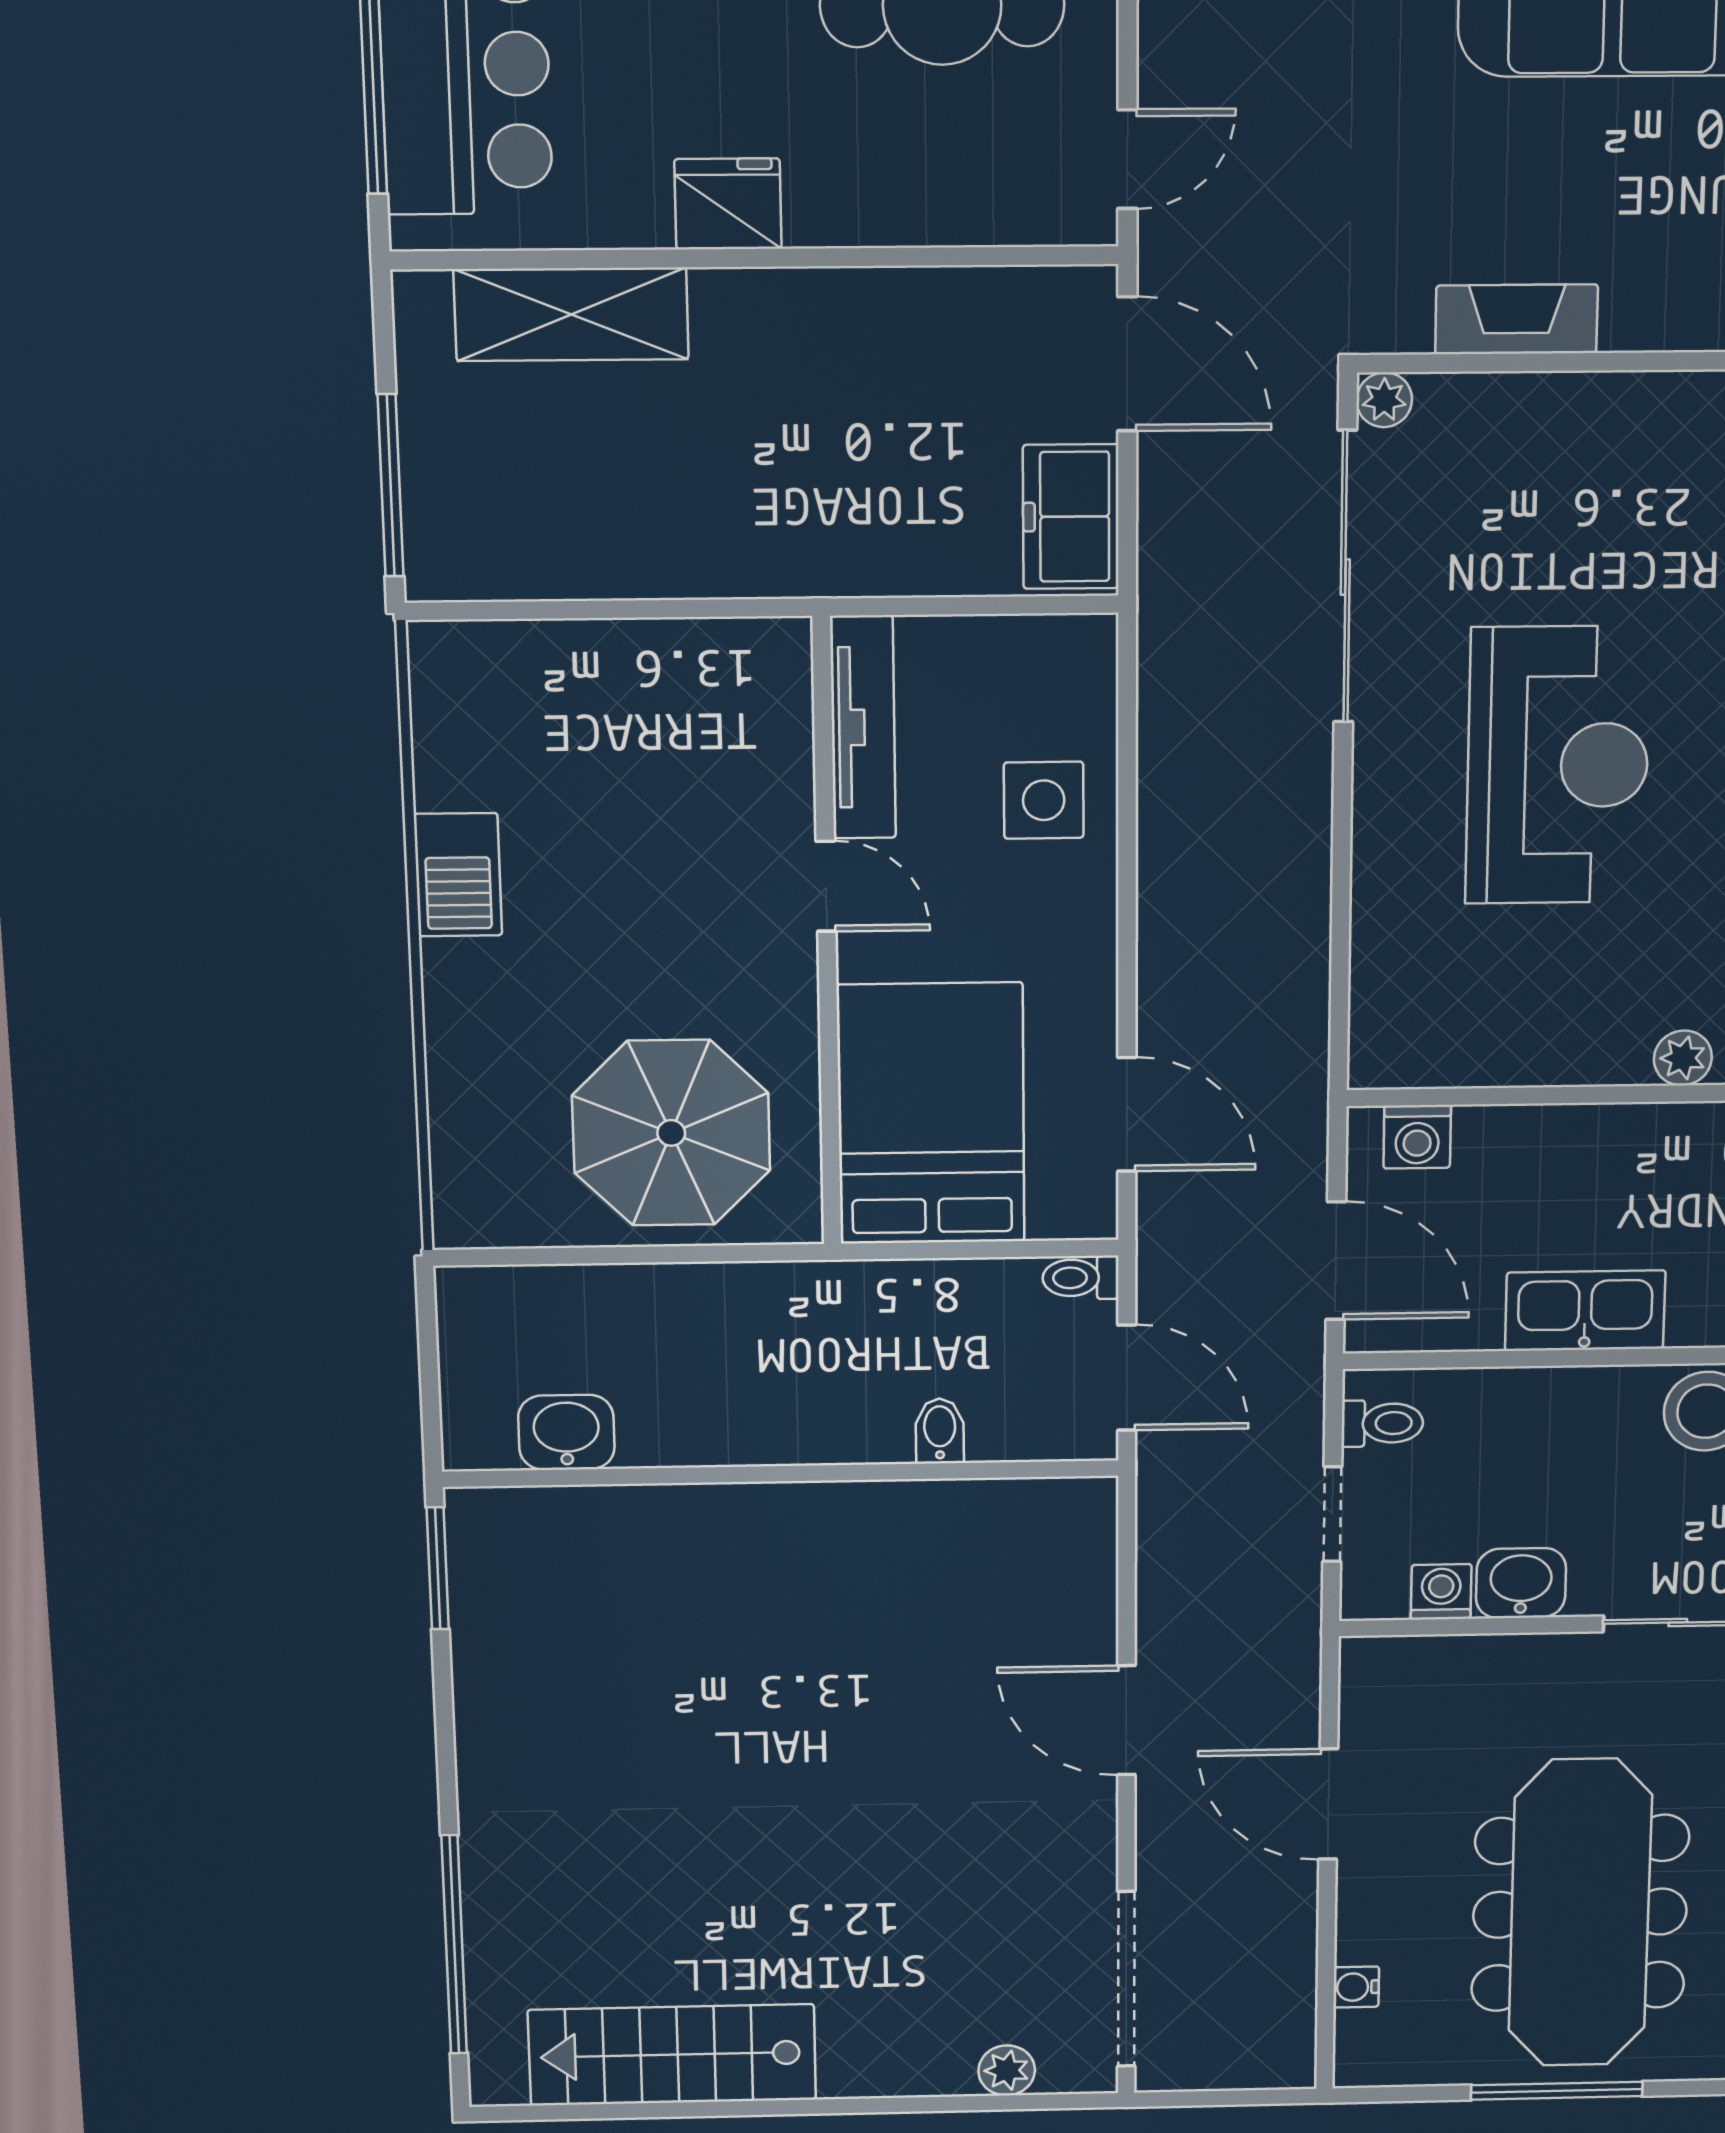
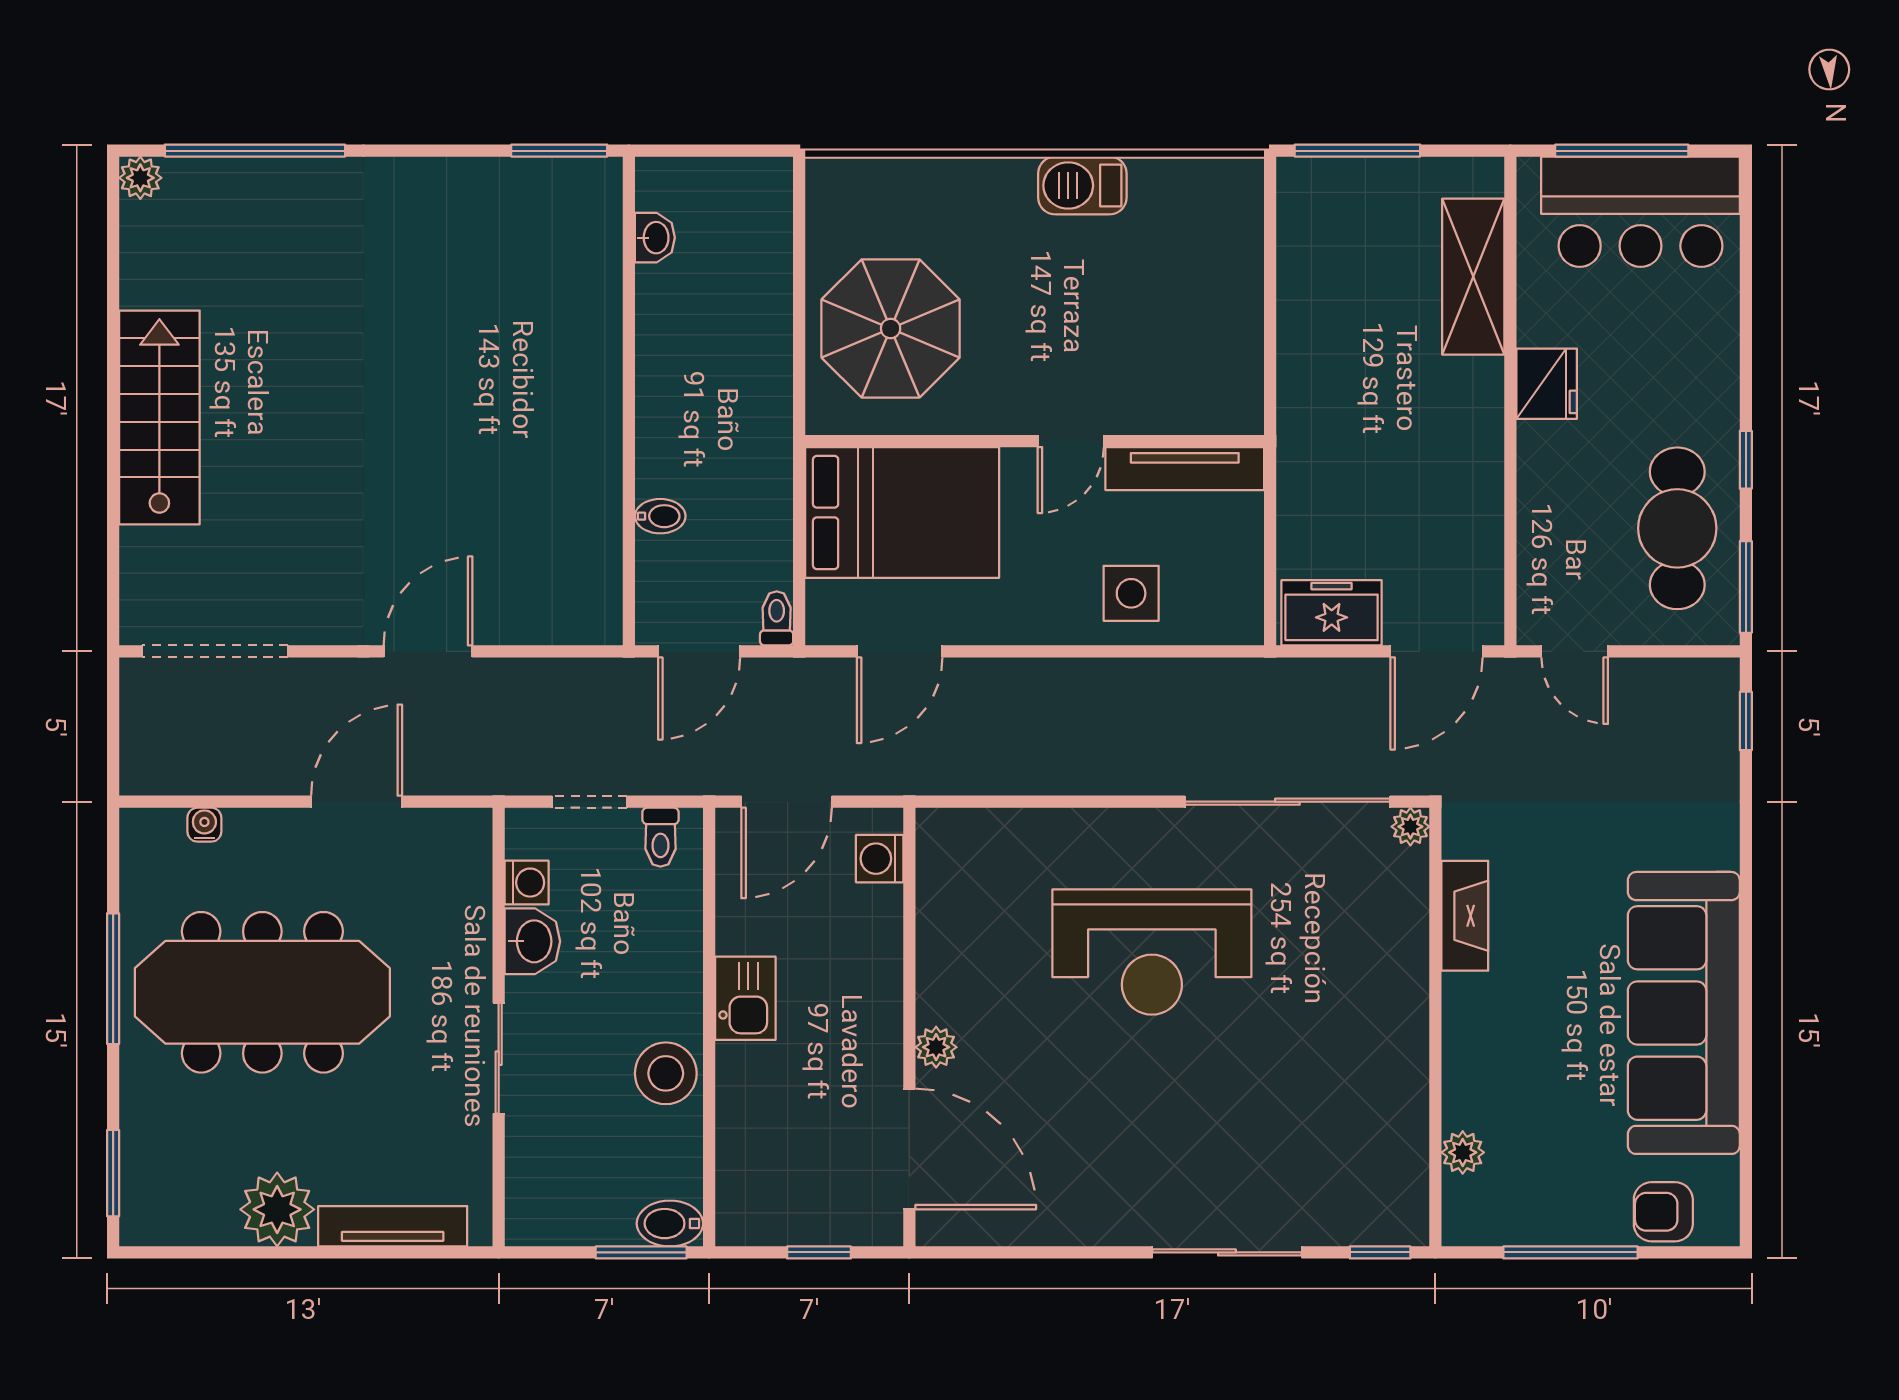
kitchen sink: (1585, 1311) -> (745, 998), width x0.73
washbasin: (566, 1432) -> (655, 238), width x0.72, depth x0.69
stairs: (672, 2055) -> (159, 417), moved
plant: (1007, 2070) -> (140, 178), moved

